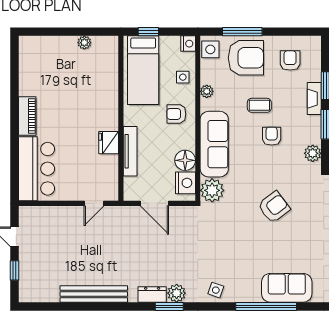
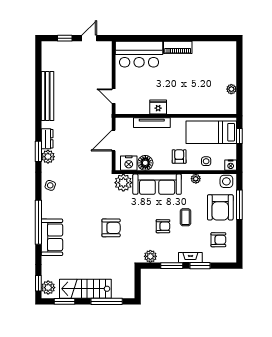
armchair: (274, 207) -> (111, 228), turned -53

